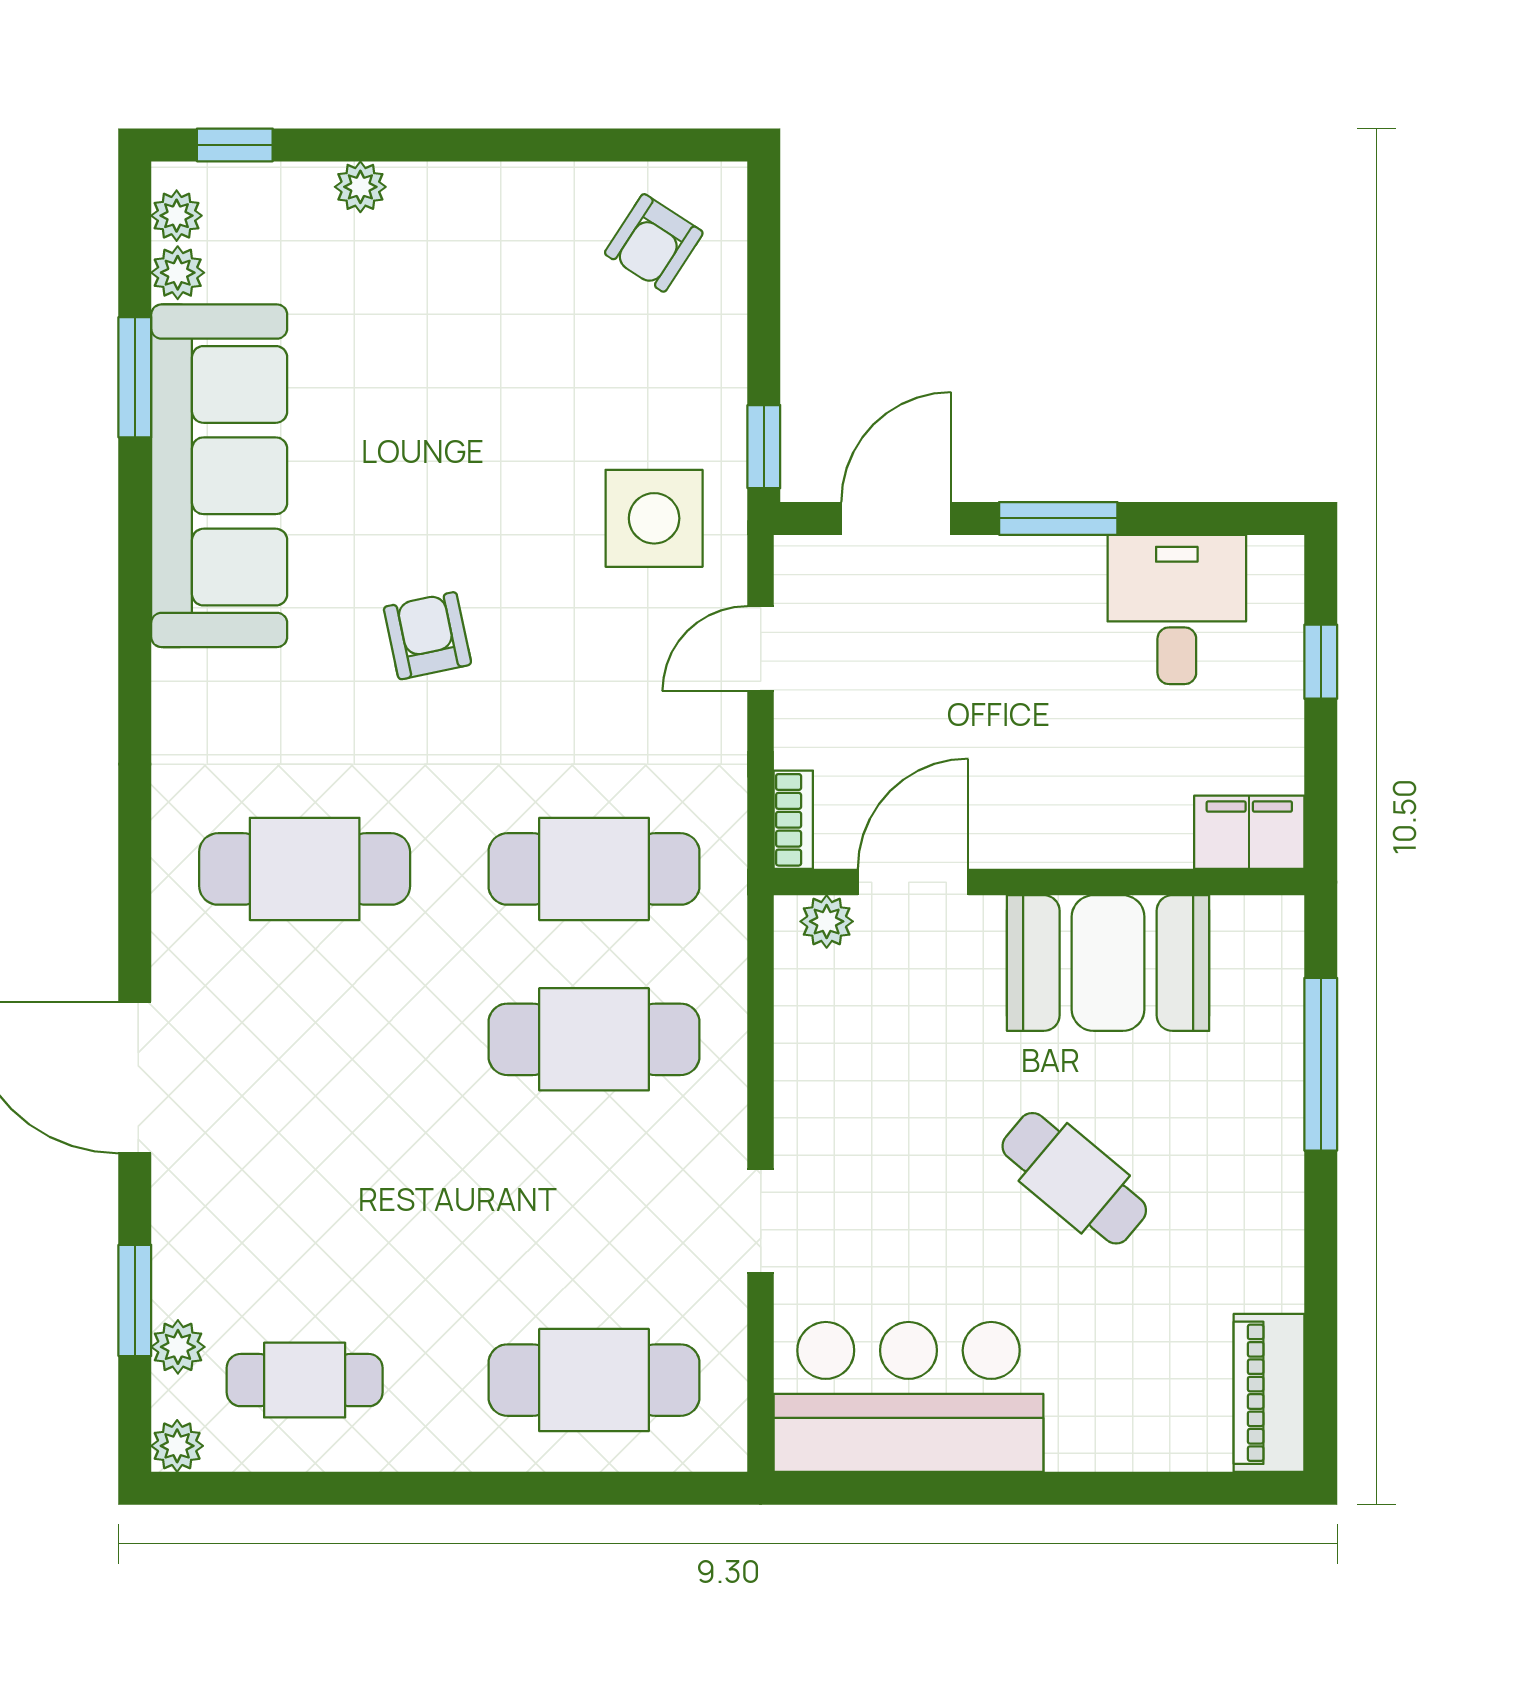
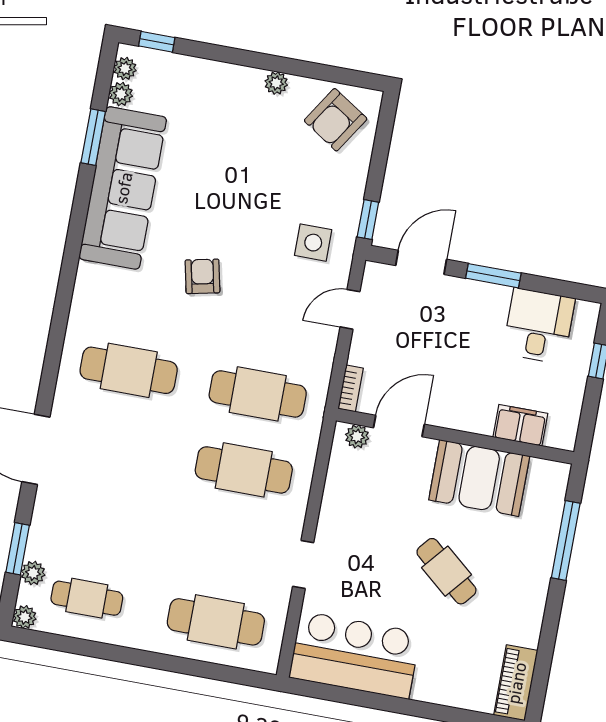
plant: (360, 187) -> (276, 83), moved
armchair: (654, 243) -> (336, 120), width x1.38, depth x1.38
side table: (654, 518) -> (313, 243), width x0.73, depth x0.73
filing cabinet: (1249, 832) -> (520, 425), moved

